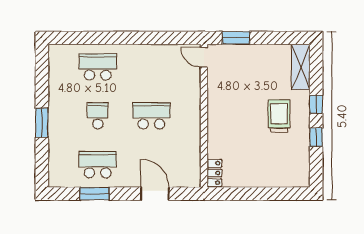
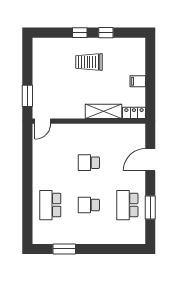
shelving: (301, 67) -> (103, 111), moved
school desk: (151, 116) -> (89, 163), width x0.54
window: (42, 123) -> (64, 249), moved
filing cabinet: (254, 178) -> (138, 81), added

